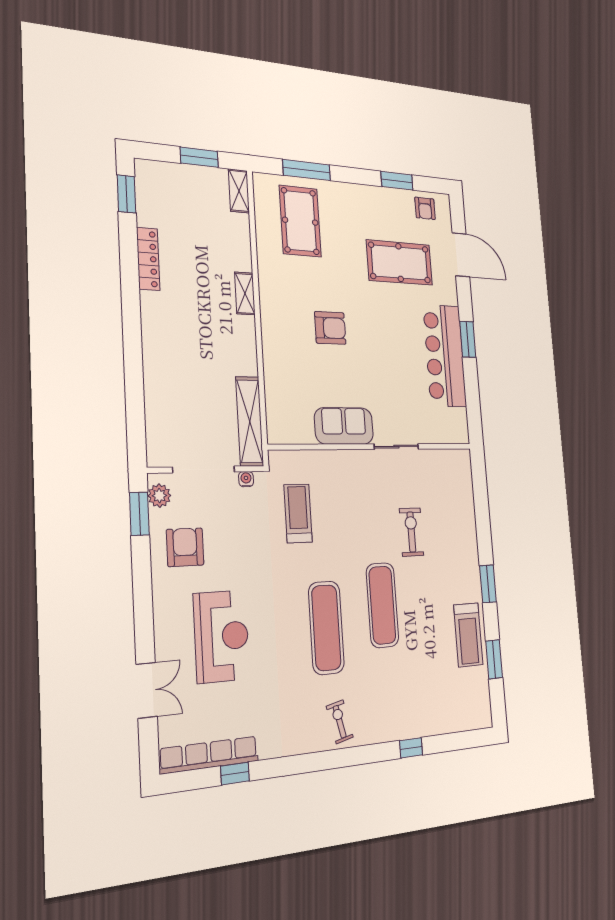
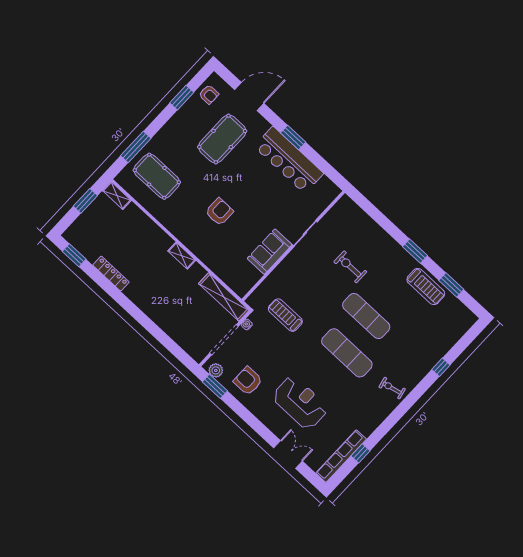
shelving: (245, 293) -> (182, 256), moved

